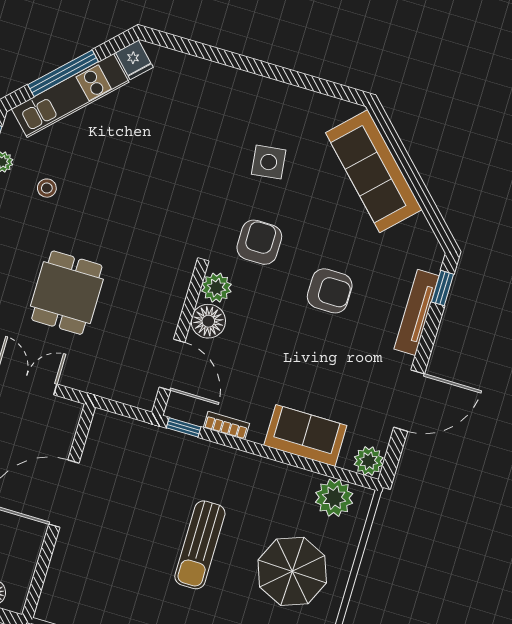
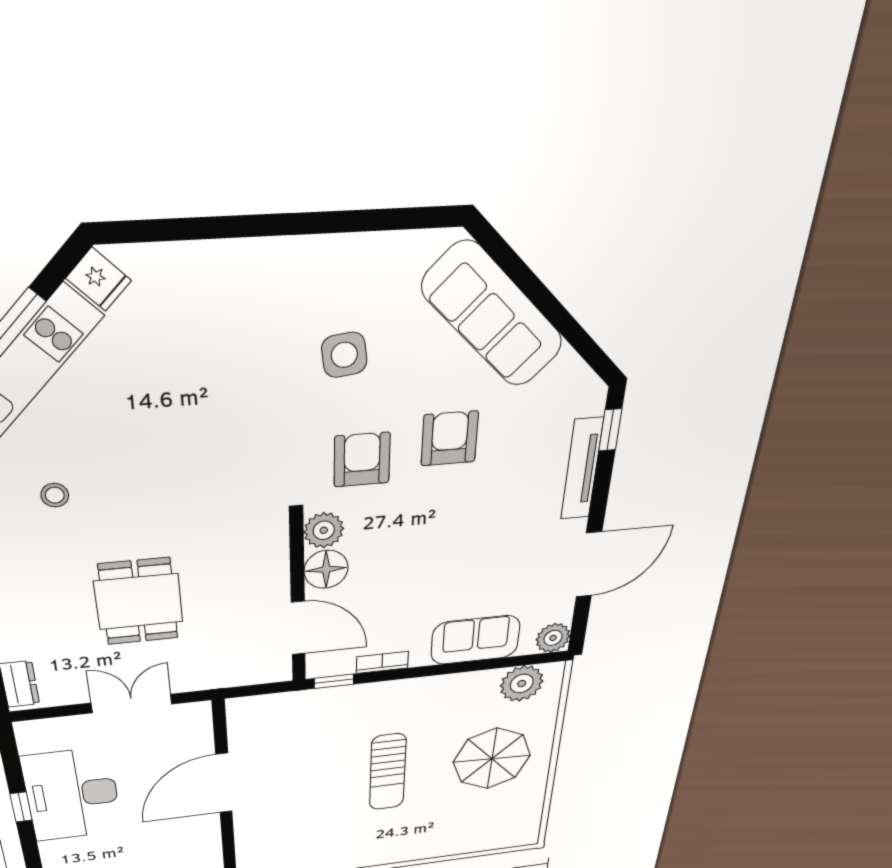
armchair: (330, 291) -> (450, 438), moved, turned -90

